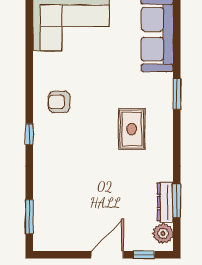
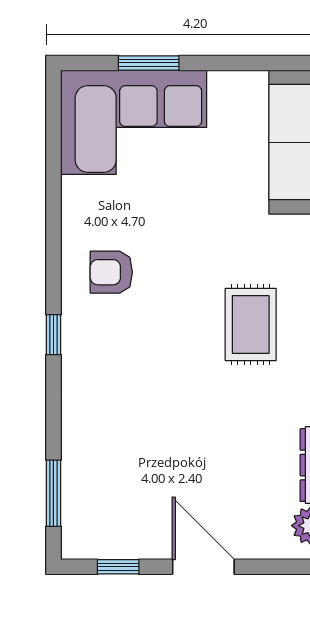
door: (107, 255) -> (203, 567), hinge flipped
window: (144, 255) -> (118, 567), moved

